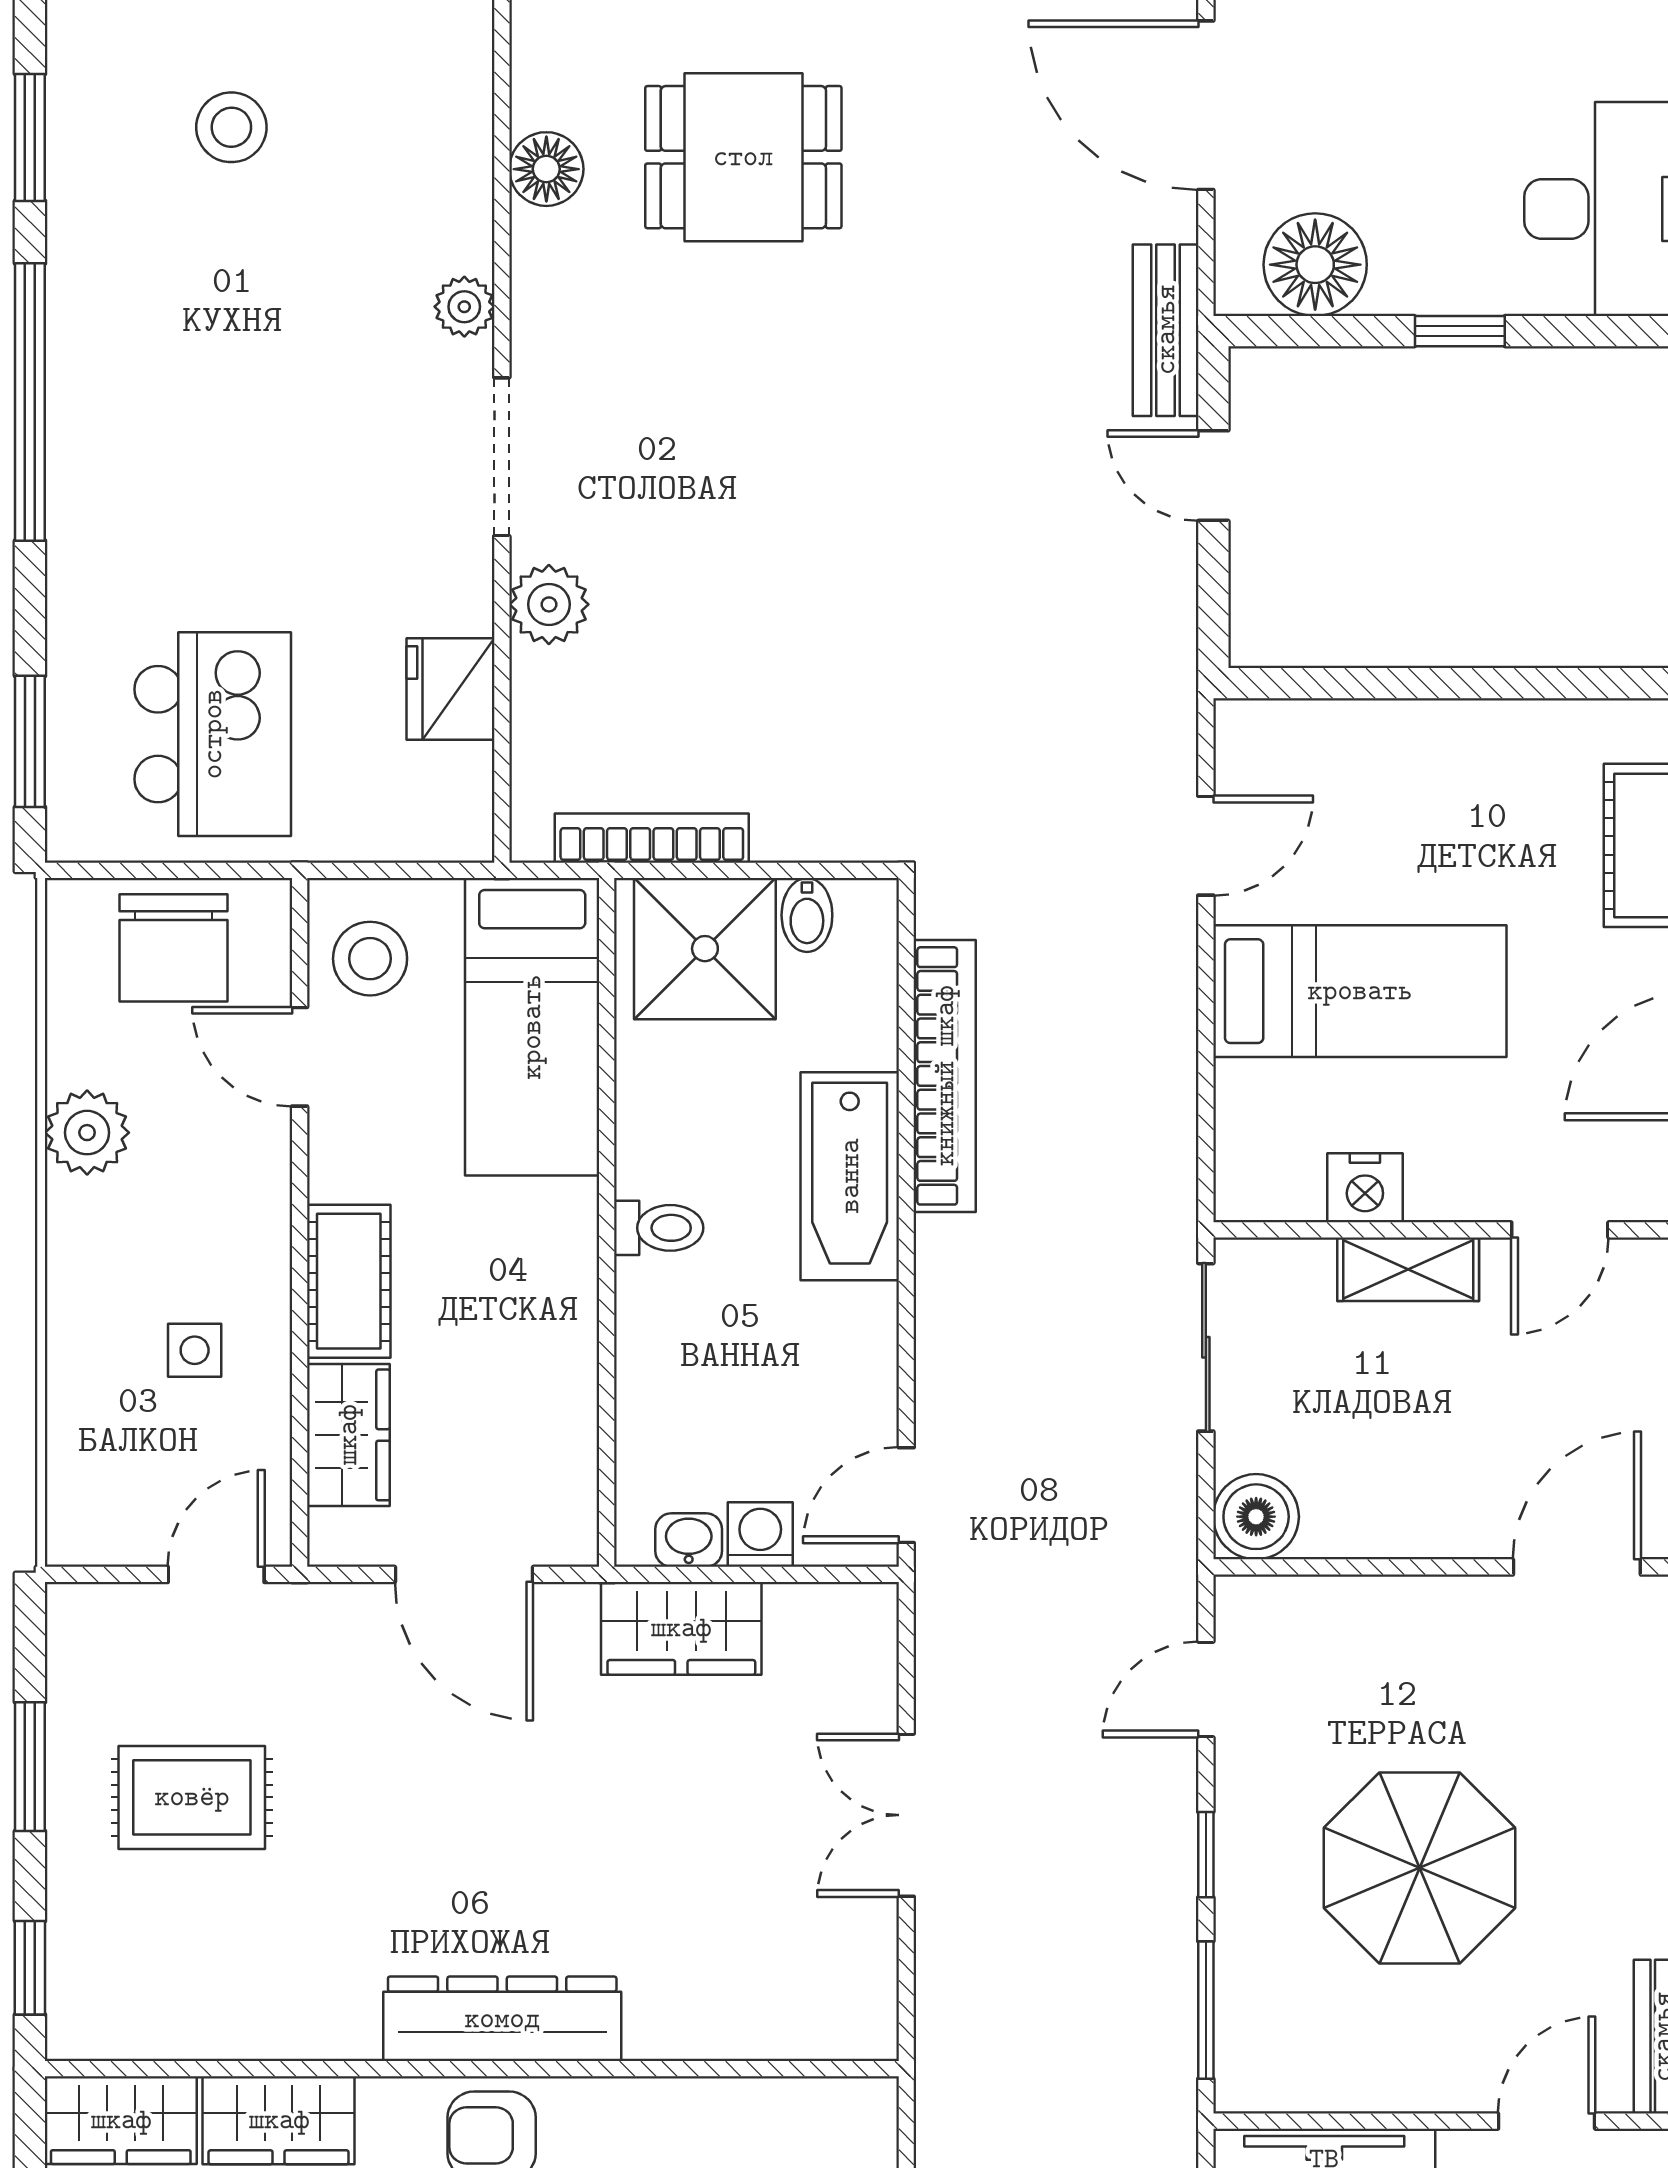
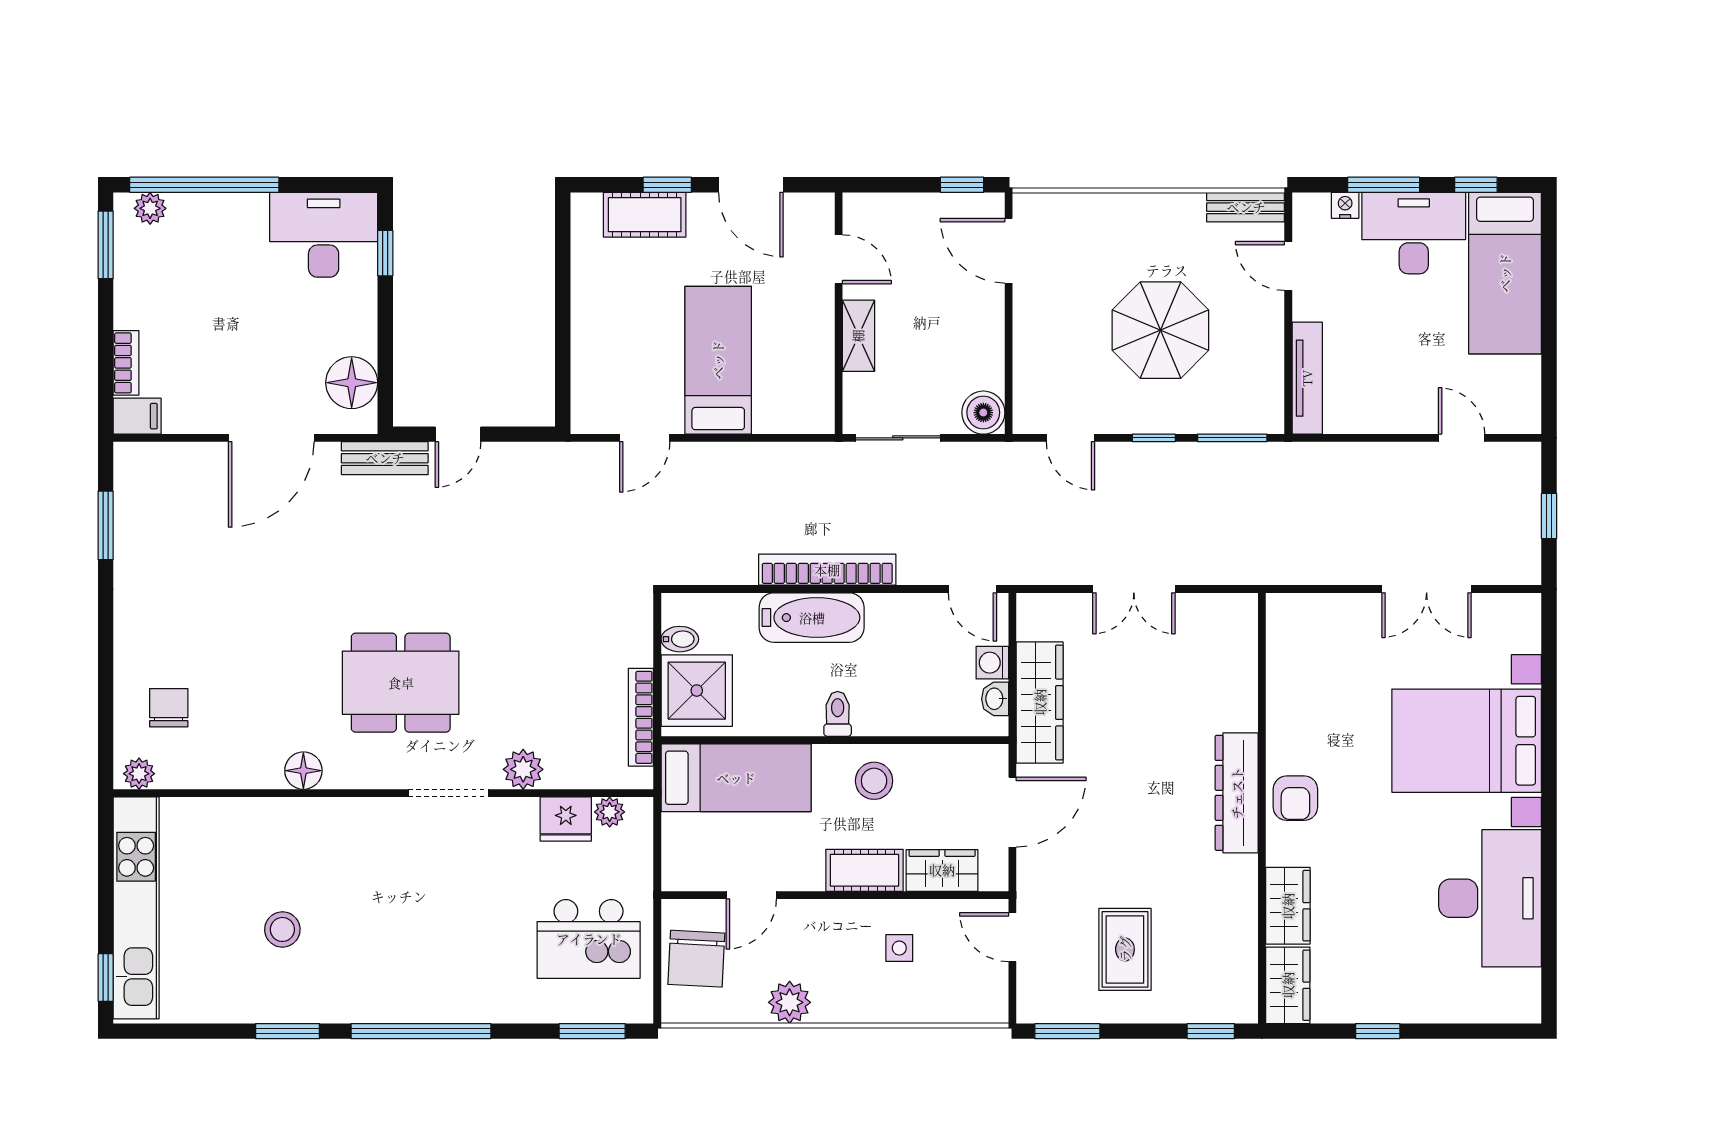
dining table: (743, 157) -> (401, 683), moved, width x1.37
plant: (464, 307) -> (610, 812), moved
window: (1460, 331) -> (385, 253), moved
kitchen island: (213, 734) -> (589, 939), turned 180
door: (1206, 846) -> (645, 438), swing flipped
chair: (173, 948) -> (696, 959), turned 93
stool: (370, 959) -> (874, 781), moved
bookcase: (945, 1076) -> (827, 570), moved
nightstand: (1365, 1188) -> (817, 358), removed
wardrobe: (681, 1628) -> (1040, 702), width x1.50
window: (30, 1767) -> (1067, 1031), moved

